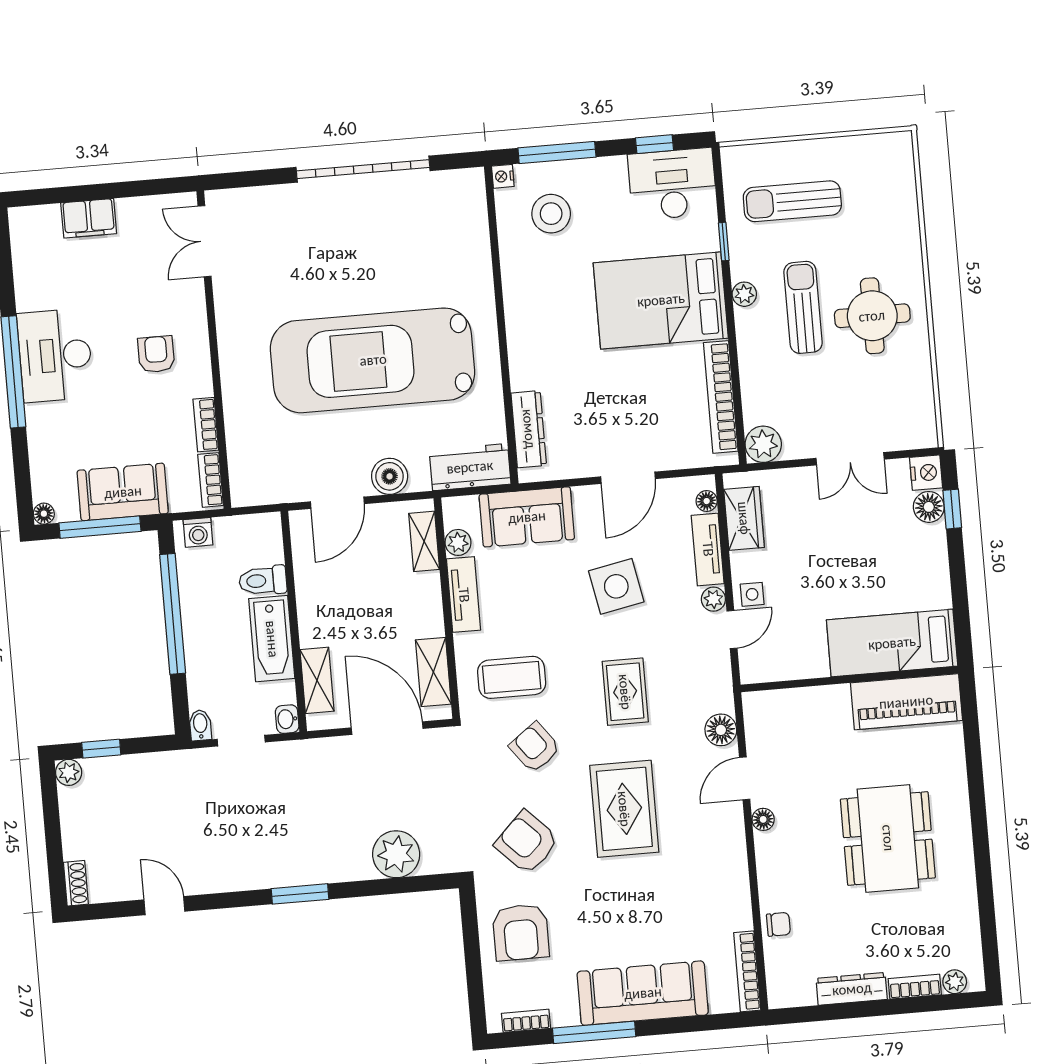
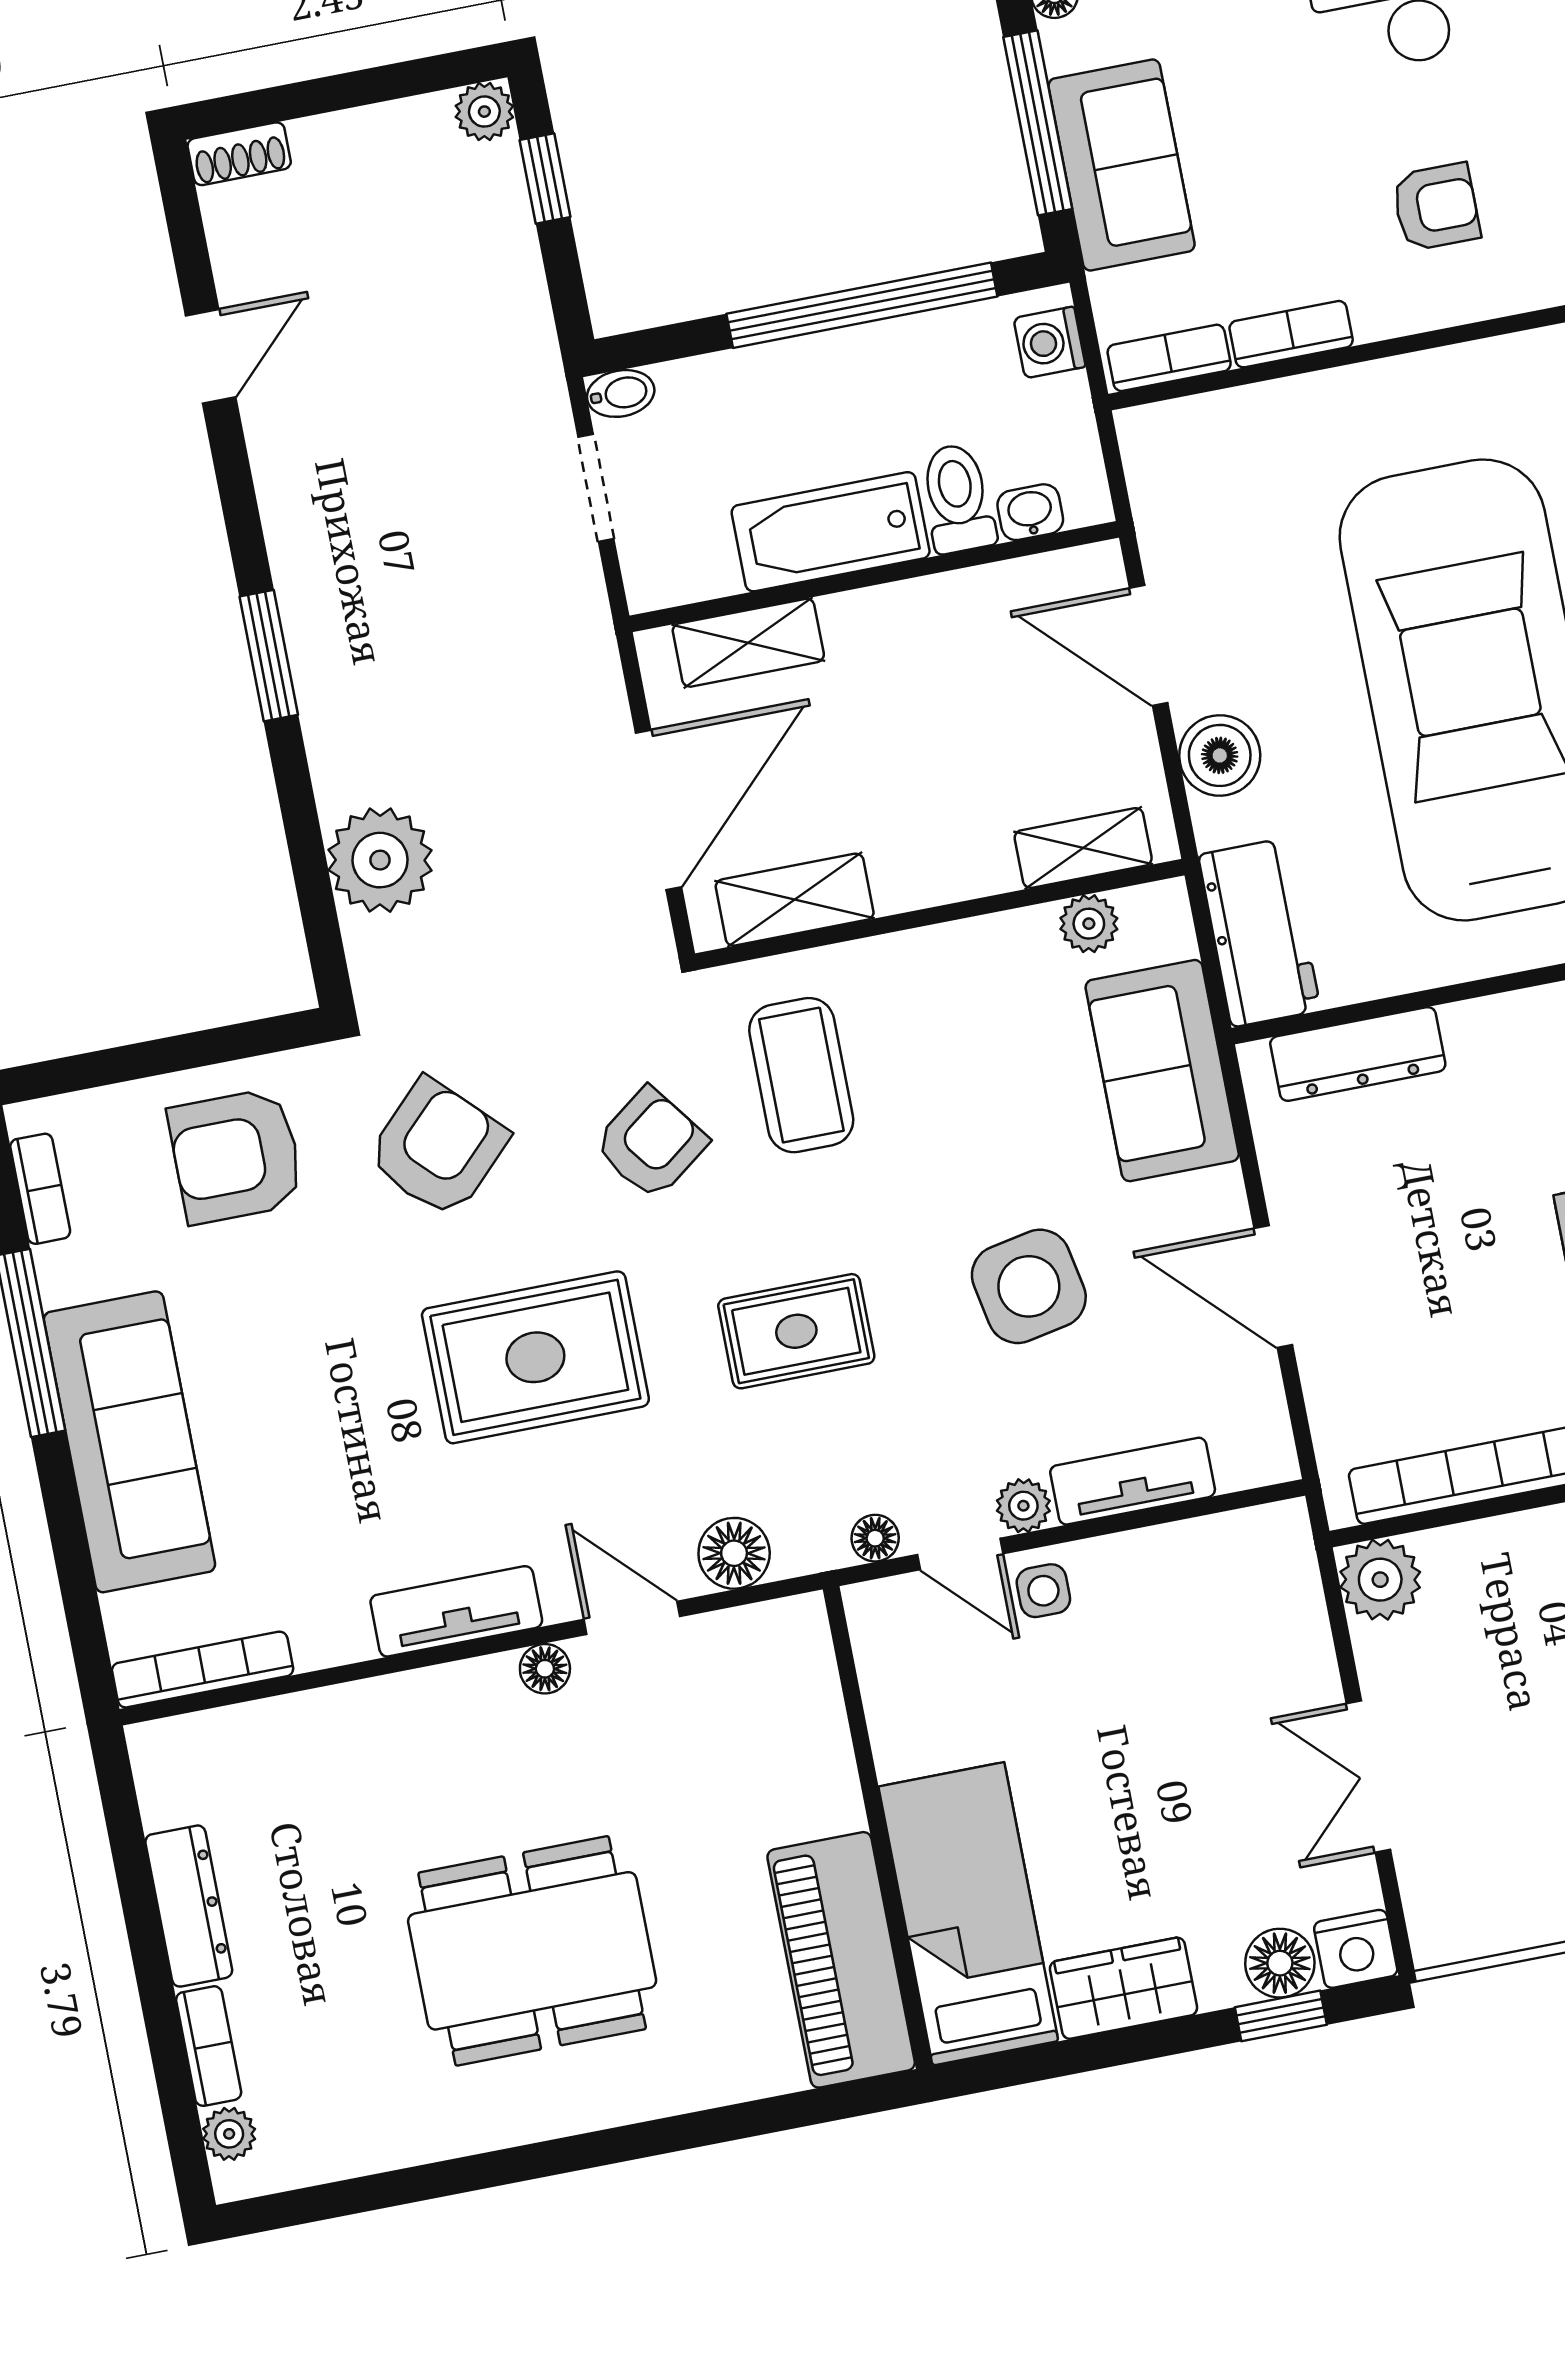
floor lamp: (707, 501) -> (875, 1538), moved
wardrobe: (744, 518) -> (1124, 1988), moved, turned 180
tv unit: (464, 595) -> (456, 1611), moved, turned 180
washbasin: (287, 719) -> (1030, 512), moved
chair: (778, 924) -> (315, 1728), removed

